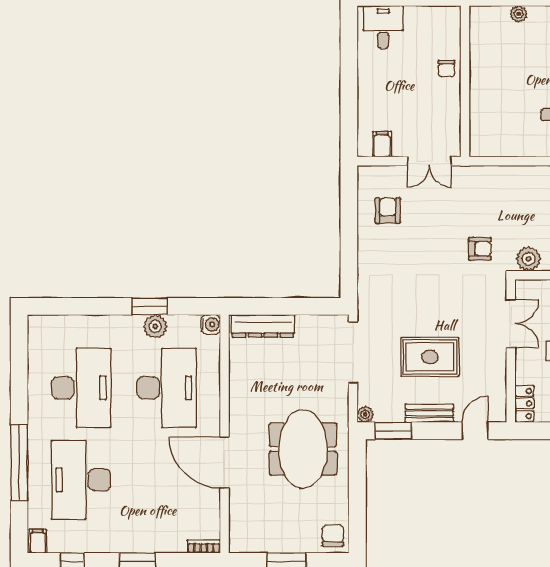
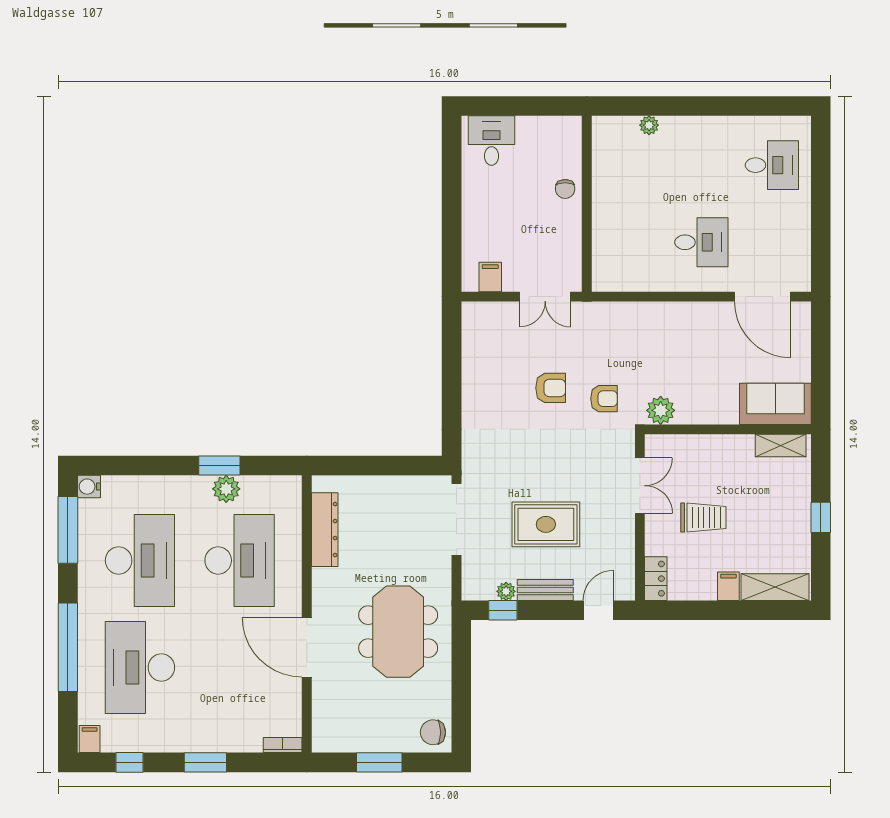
armchair: (388, 211) -> (551, 388), moved, turned 90
water cooler: (211, 324) -> (89, 487), moved, turned 180
dresser: (263, 326) -> (325, 530), moved, turned -90
window: (19, 362) -> (68, 530), added
plant: (365, 414) -> (506, 591), moved
window: (393, 431) -> (503, 610), width x0.67
chair: (333, 536) -> (433, 732), turned -90

